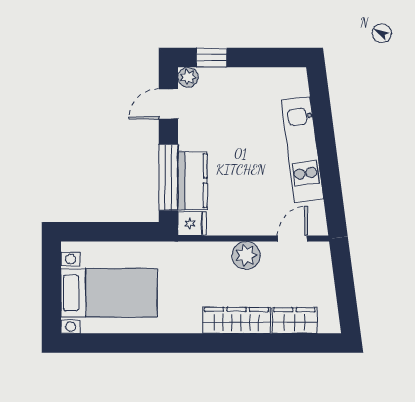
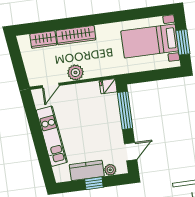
window: (212, 58) -> (94, 183), moved
plant: (188, 77) -> (110, 170), moved
kitchen counter: (192, 181) -> (87, 170), moved, turned 90
window: (51, 283) -> (183, 42), added

